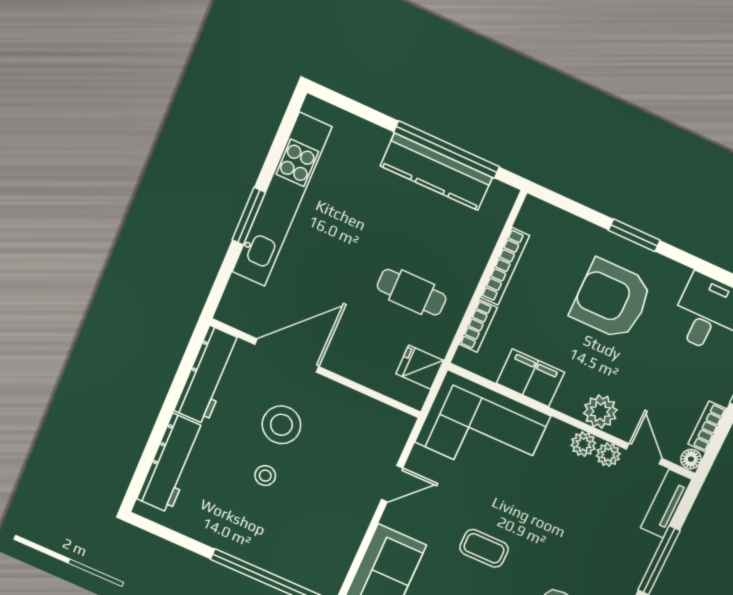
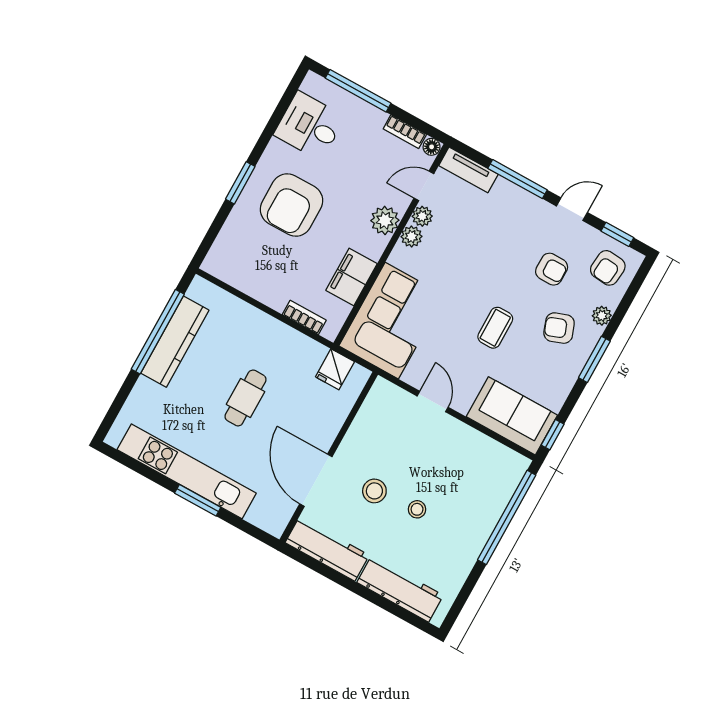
bookcase: (505, 266) -> (257, 291), removed
cafe table: (412, 292) -> (246, 398), moved
stool: (281, 425) -> (374, 491), width x0.73, depth x0.73

